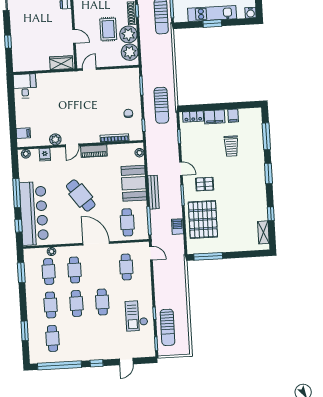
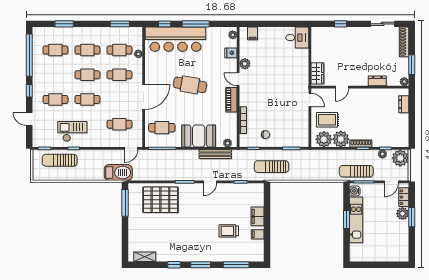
water cooler: (251, 13) -> (355, 191), moved
rug: (108, 29) -> (327, 120), moved
locker: (193, 117) -> (259, 196), removed
pallet: (205, 184) -> (194, 203), removed
bench: (153, 192) -> (215, 154), moved
cafe table: (81, 196) -> (190, 85), turned 46
window: (271, 214) -> (174, 265), moved
barbecue: (178, 227) -> (118, 172), moved, width x1.88, depth x1.53
cafe table: (104, 335) -> (55, 99), added

